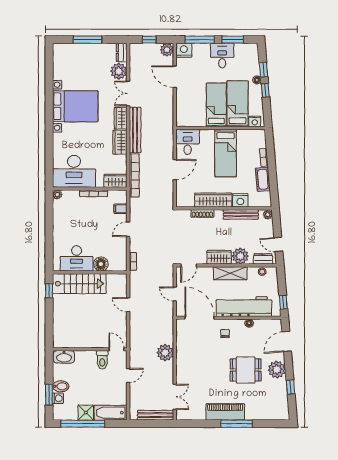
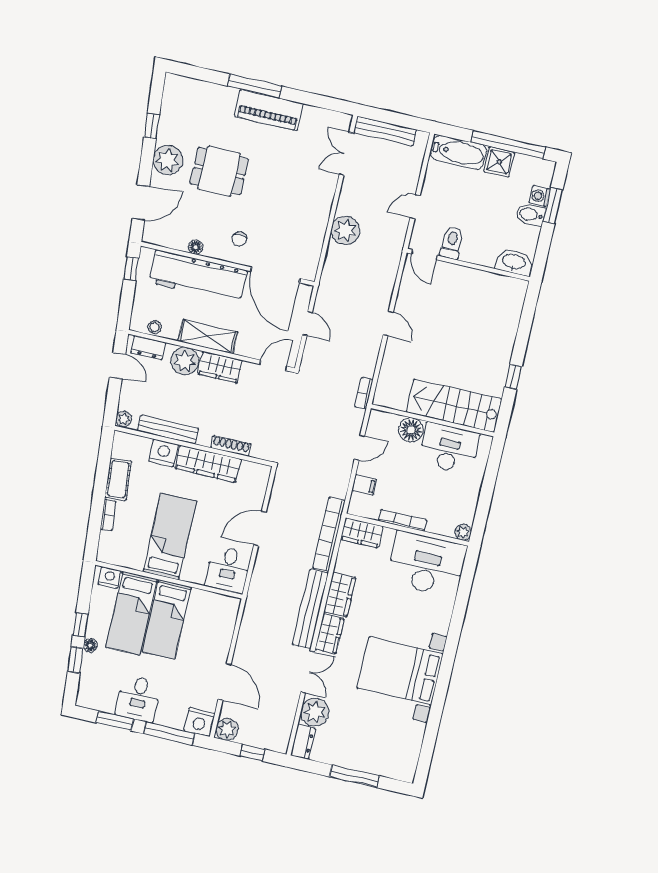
desk: (77, 258) -> (449, 448), moved
floor lamp: (101, 264) -> (411, 430), moved
wall: (90, 272) -> (432, 420), moved
stairs: (79, 284) -> (454, 406), moved

